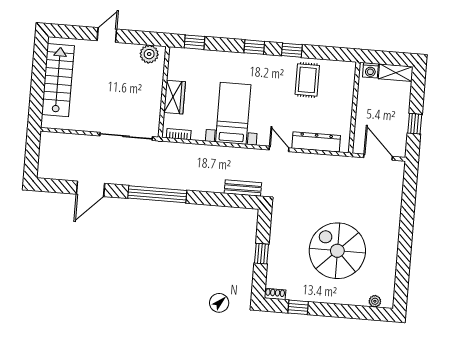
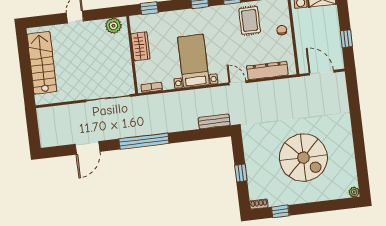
wardrobe: (175, 97) -> (141, 46), moved
chair: (342, 99) -> (282, 30), added
spiral stairs: (337, 251) -> (303, 158), turned 180
plant: (375, 301) -> (354, 192), moved

